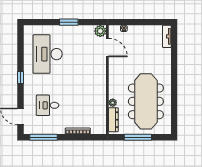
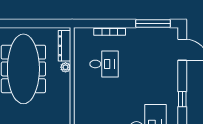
desk: (48, 105) -> (104, 64), moved
window: (138, 137) -> (33, 24), removed

